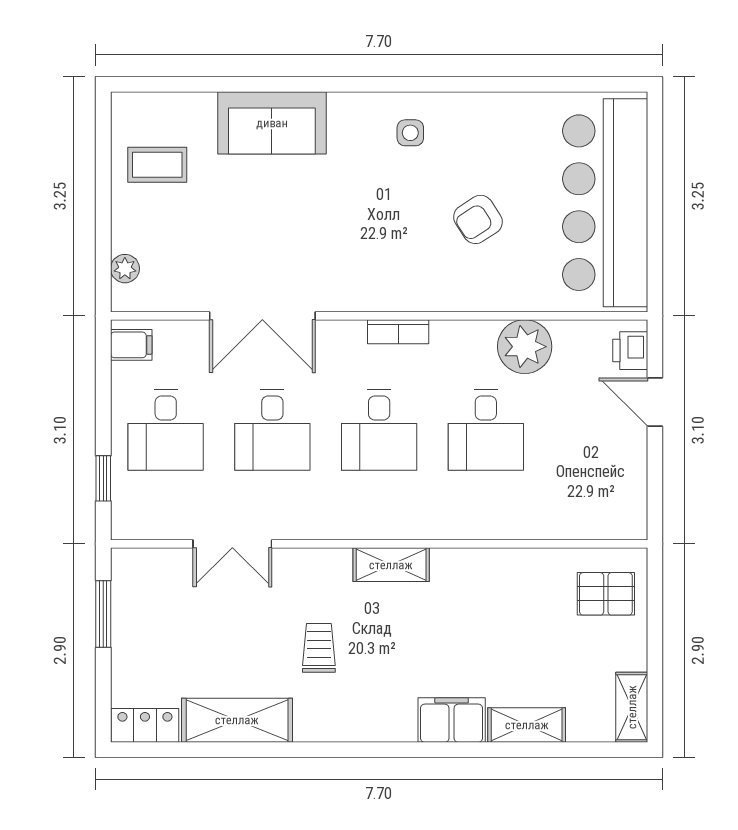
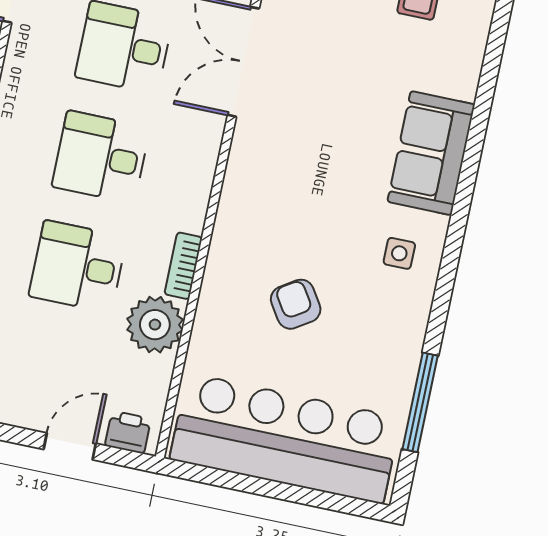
window: (545, 84) -> (420, 402), added
sofa: (272, 123) -> (431, 153), moved
bookcase: (398, 332) -> (183, 266), moved

